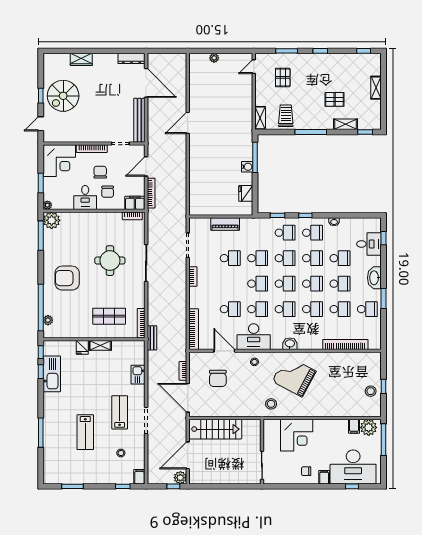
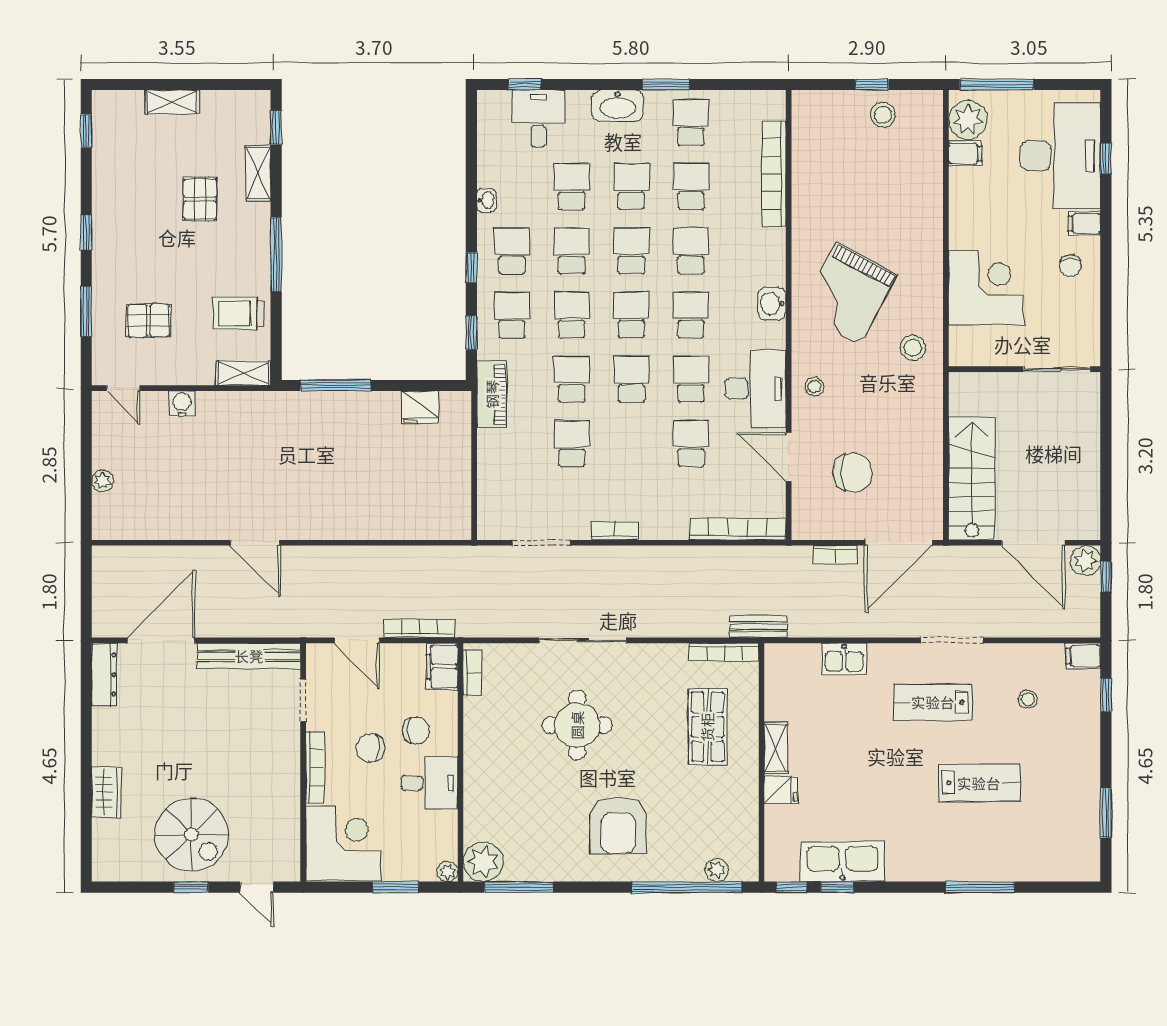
water cooler: (247, 167) -> (182, 404), moved
piano: (225, 224) -> (492, 394), moved
door: (224, 351) -> (789, 457), hinge flipped

